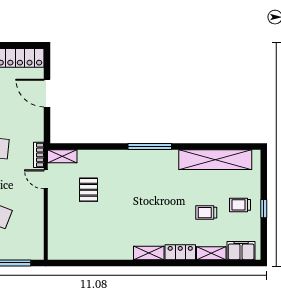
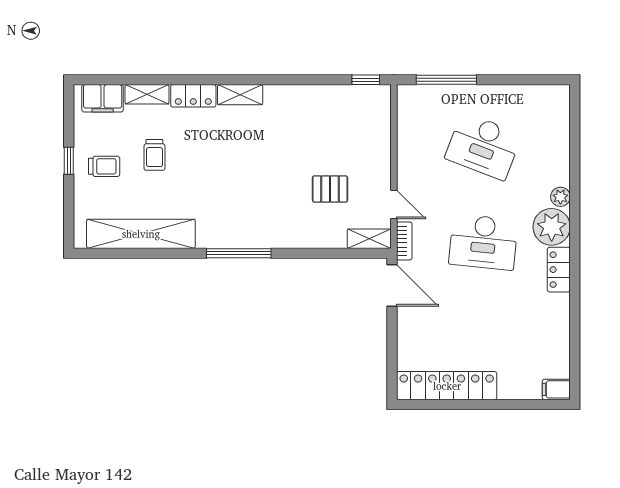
door: (47, 93) -> (392, 285), moved
pallet: (89, 190) -> (330, 189), turned 90
trolley: (206, 213) -> (154, 155), turned 90
window: (65, 263) -> (366, 80), added

